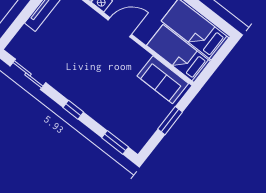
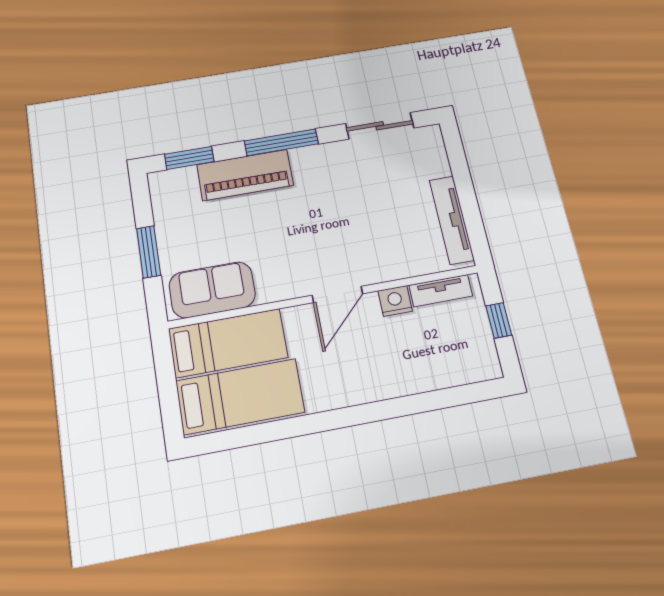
window: (73, 110) -> (281, 142), width x2.17
piano: (102, 112) -> (245, 175), added

